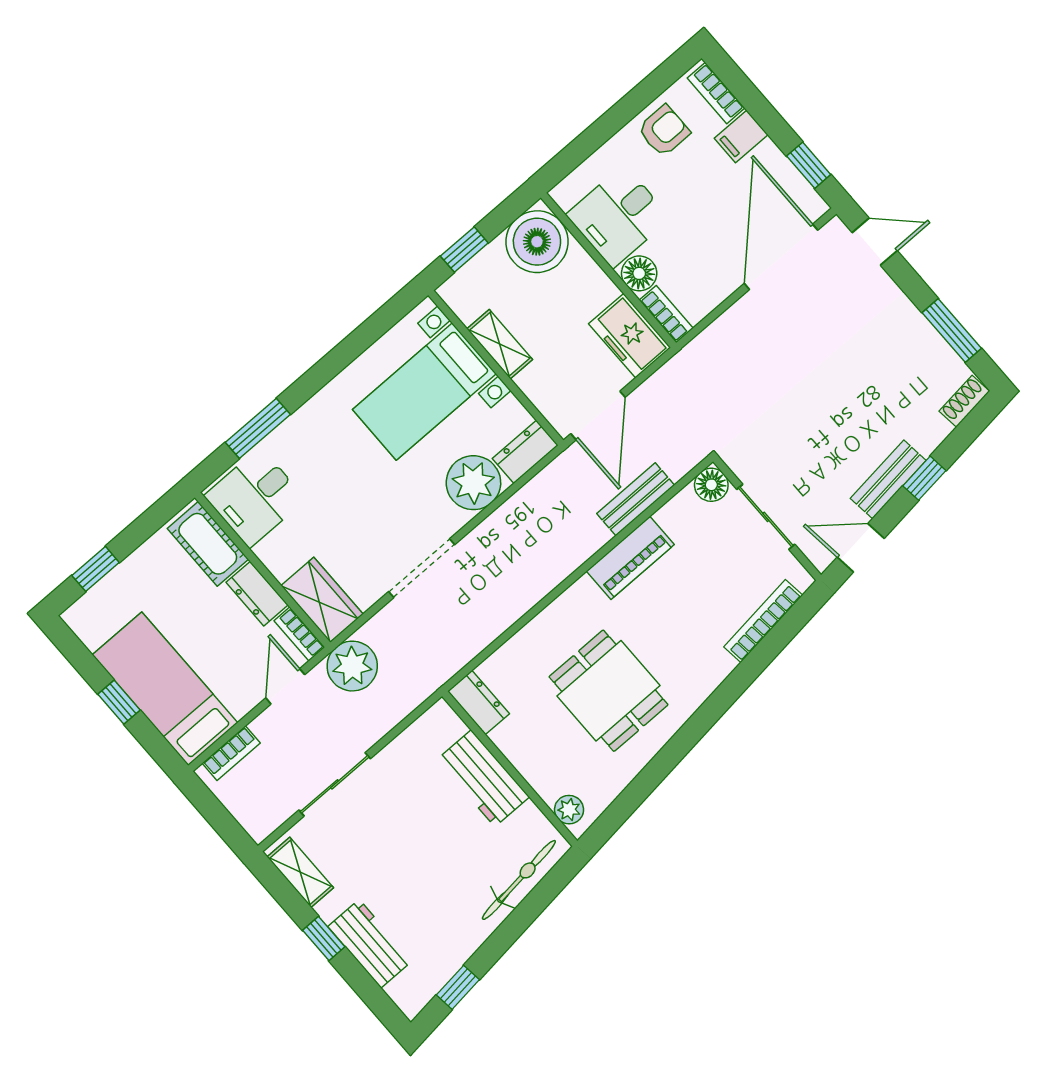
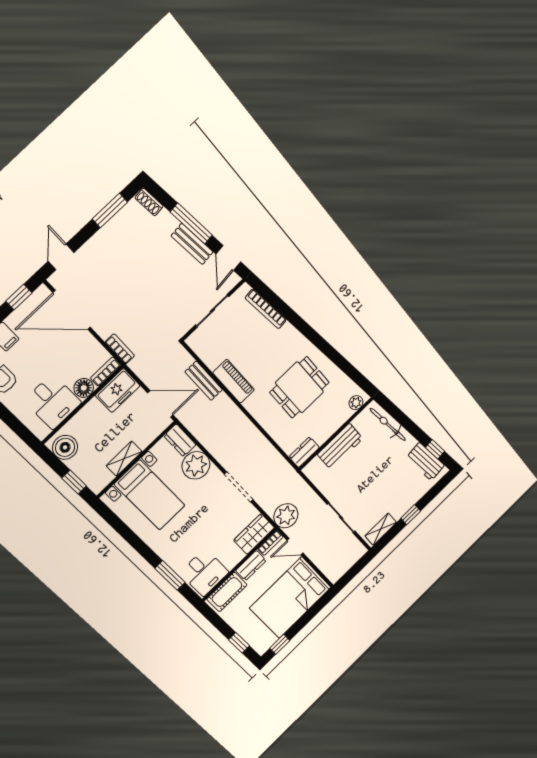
boiler: (537, 242) -> (65, 447), width x0.73, depth x0.73
window: (924, 478) -> (191, 224), width x2.17
floor lamp: (711, 485) -> (196, 341), removed
bed: (165, 689) -> (290, 598), width x1.50
window: (119, 702) -> (280, 644), moved
bookcase: (231, 753) -> (120, 349), moved
workbench: (370, 944) -> (425, 462), moved, turned -97

